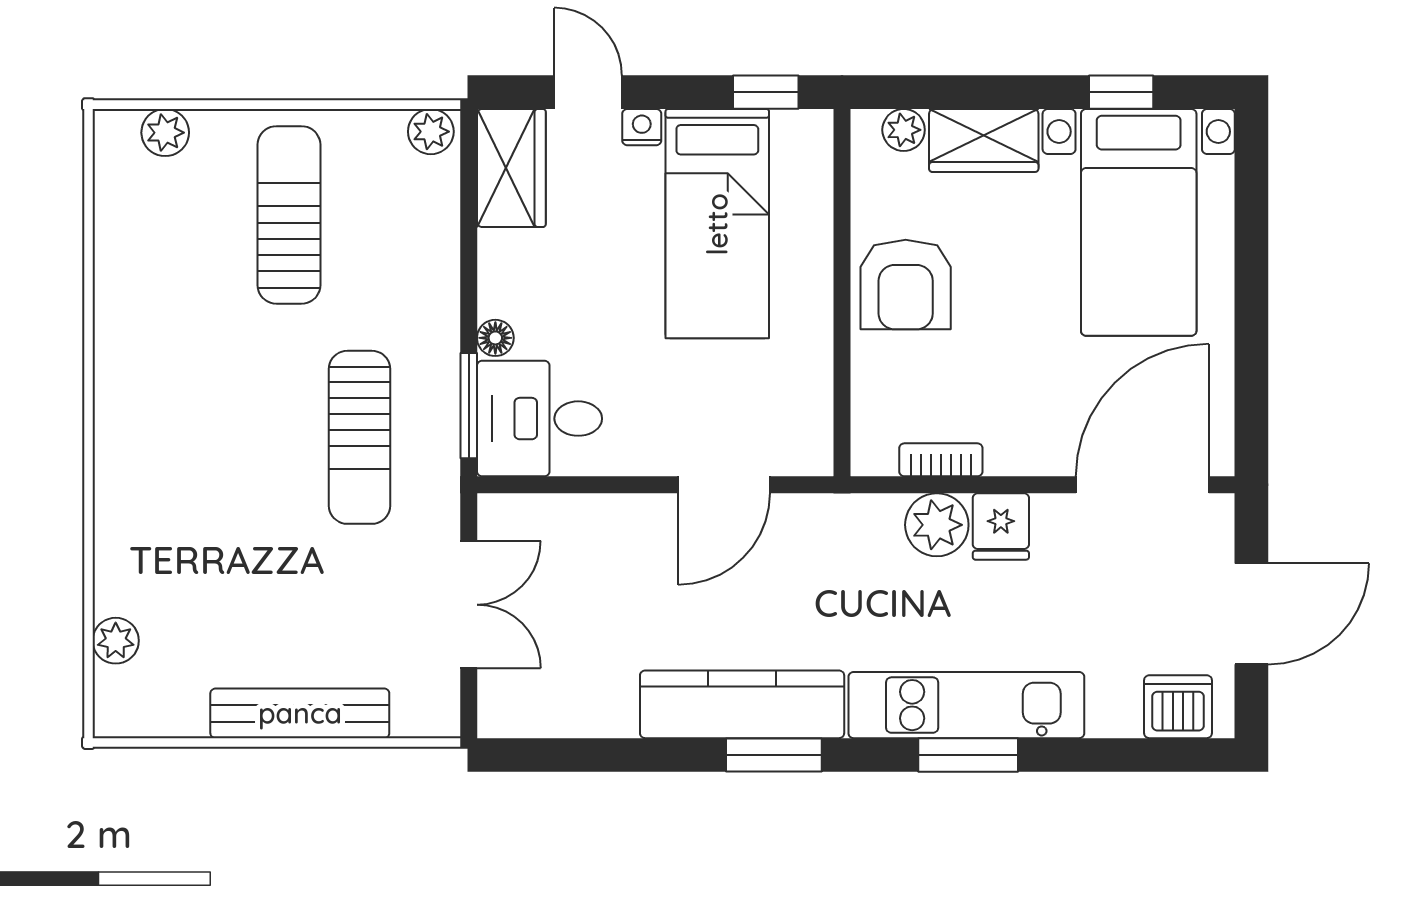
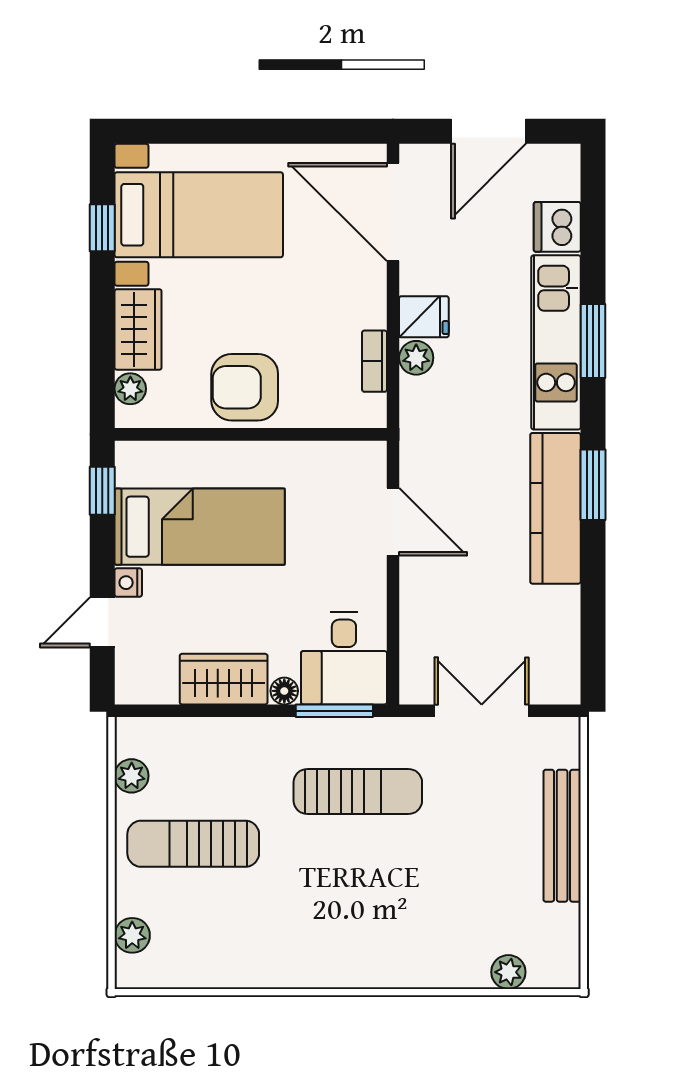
plant: (431, 132) -> (132, 776), moved
wardrobe: (511, 168) -> (224, 679), moved
armchair: (906, 285) -> (245, 387), turned 180
plant: (937, 525) -> (416, 358), width x0.73, depth x0.73
door: (1251, 614) -> (489, 131), swing flipped
dishwasher: (1178, 707) -> (557, 227), moved

